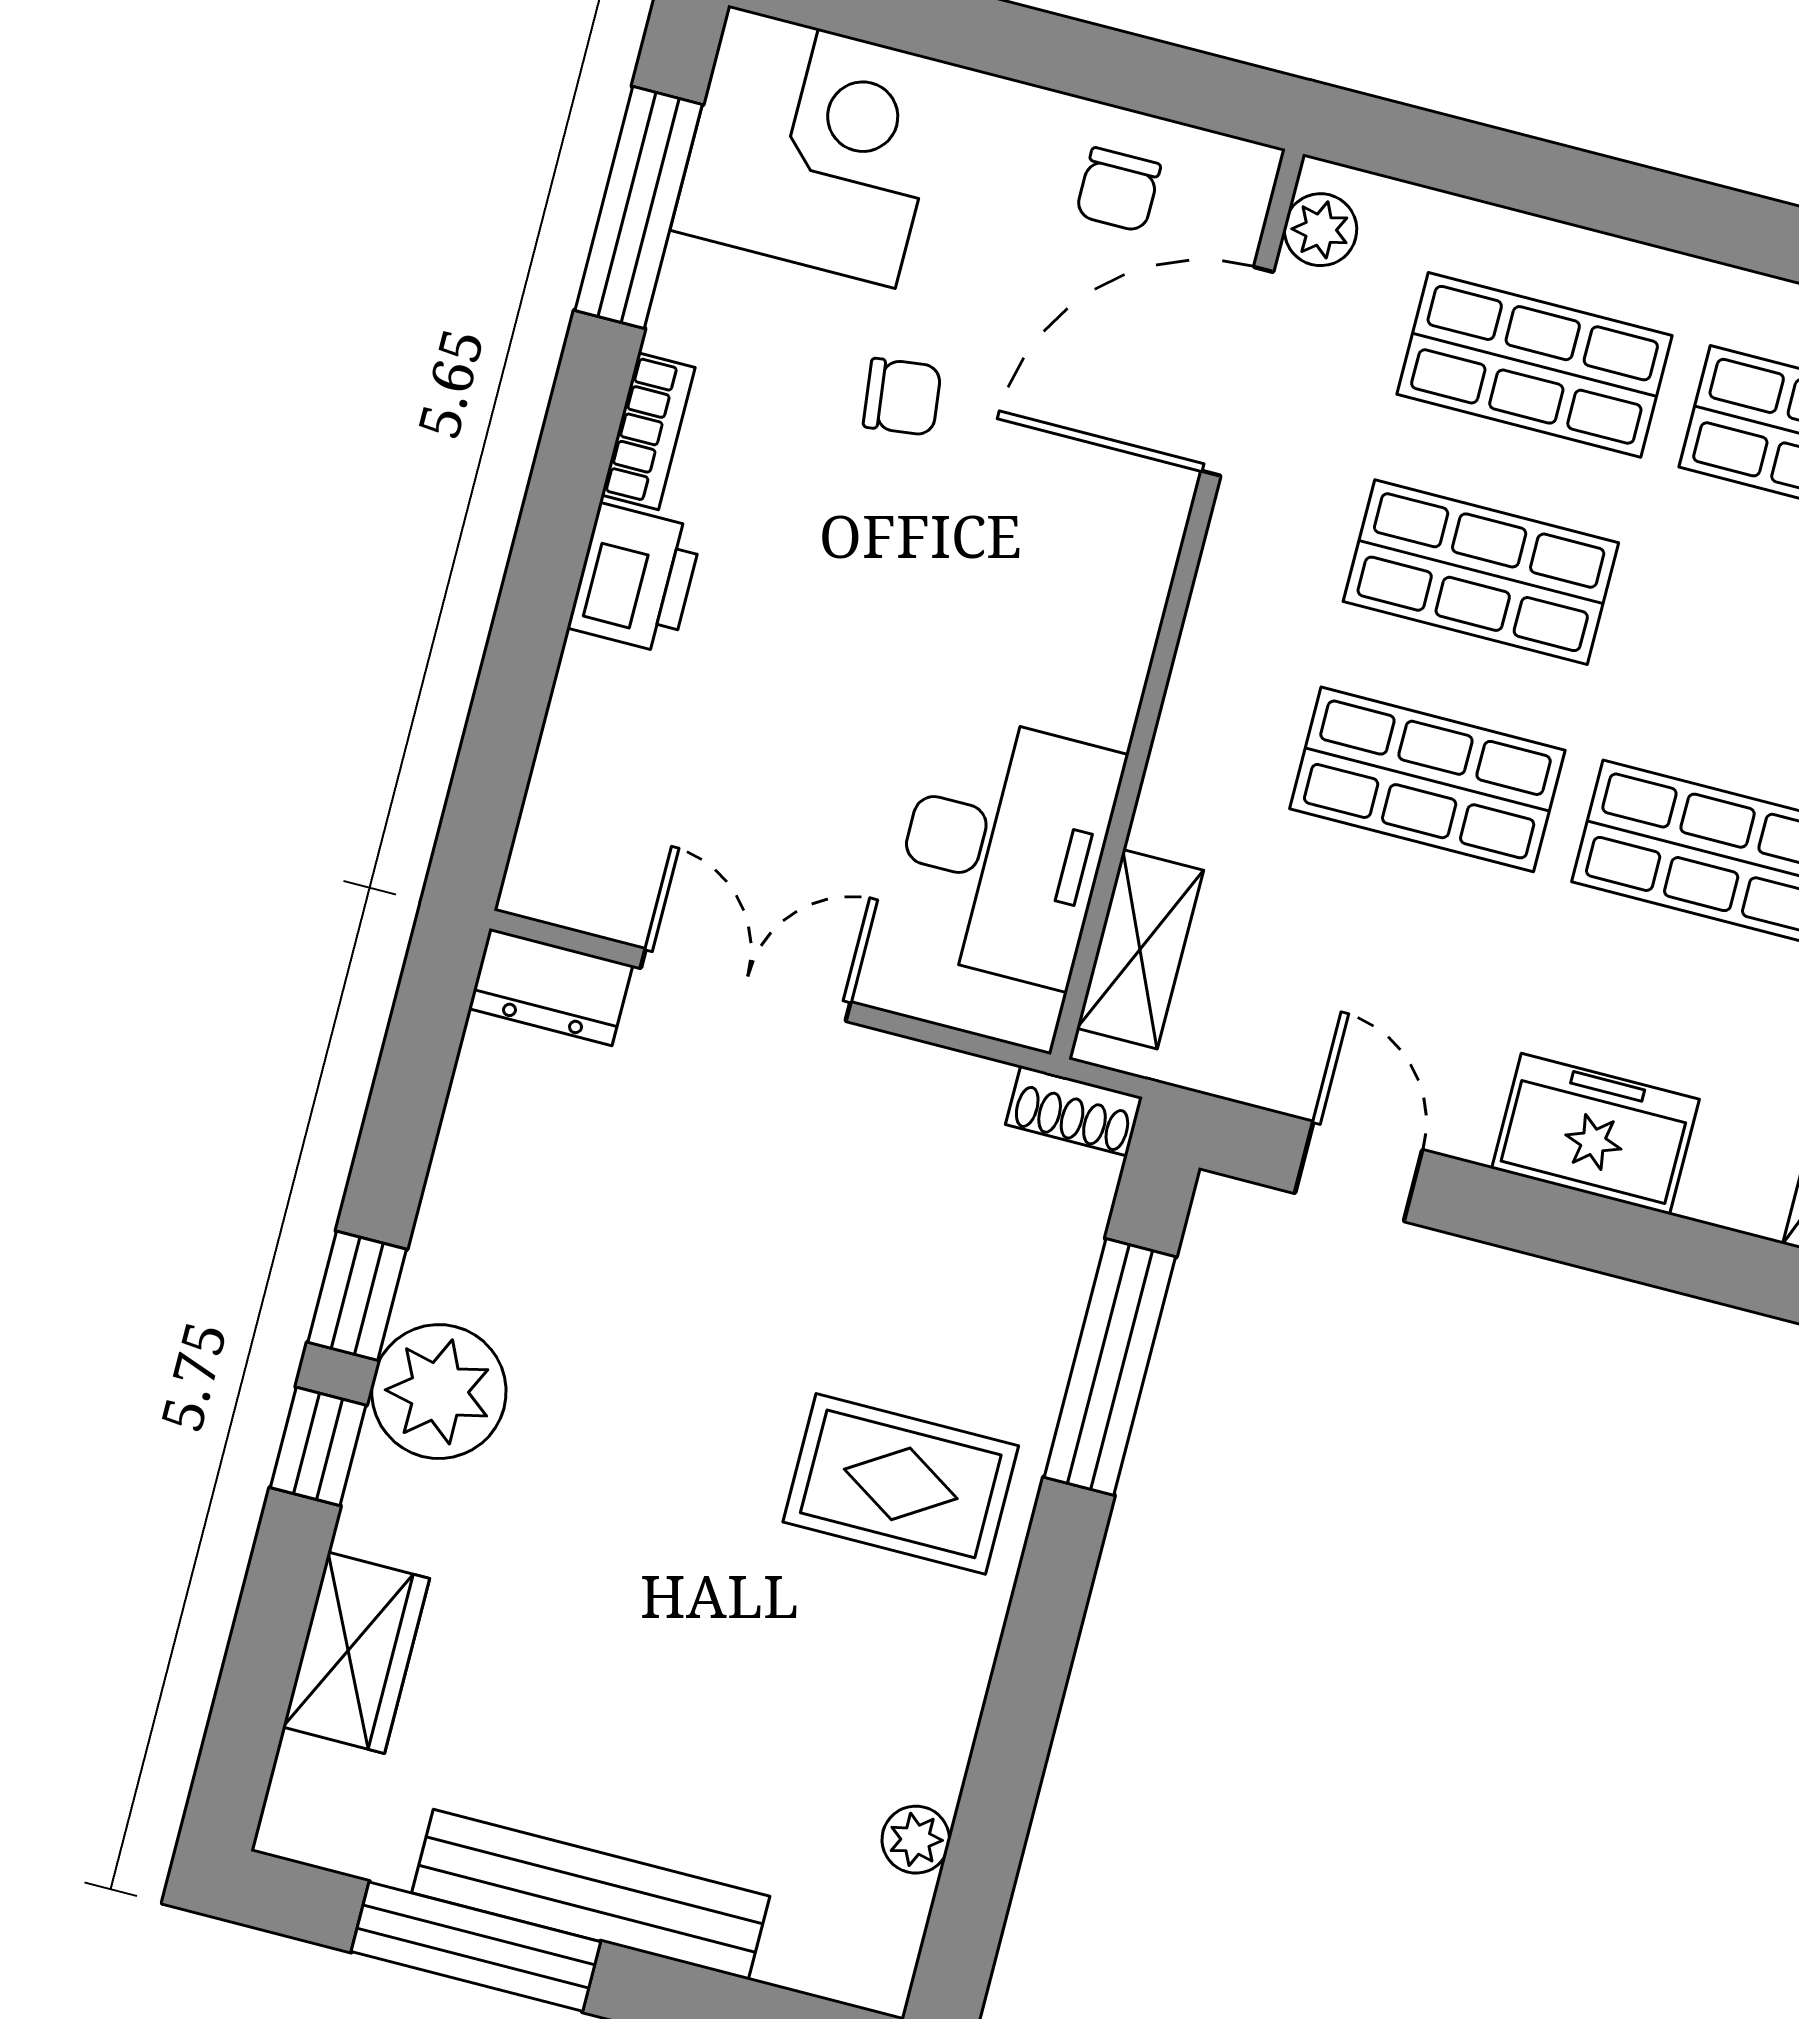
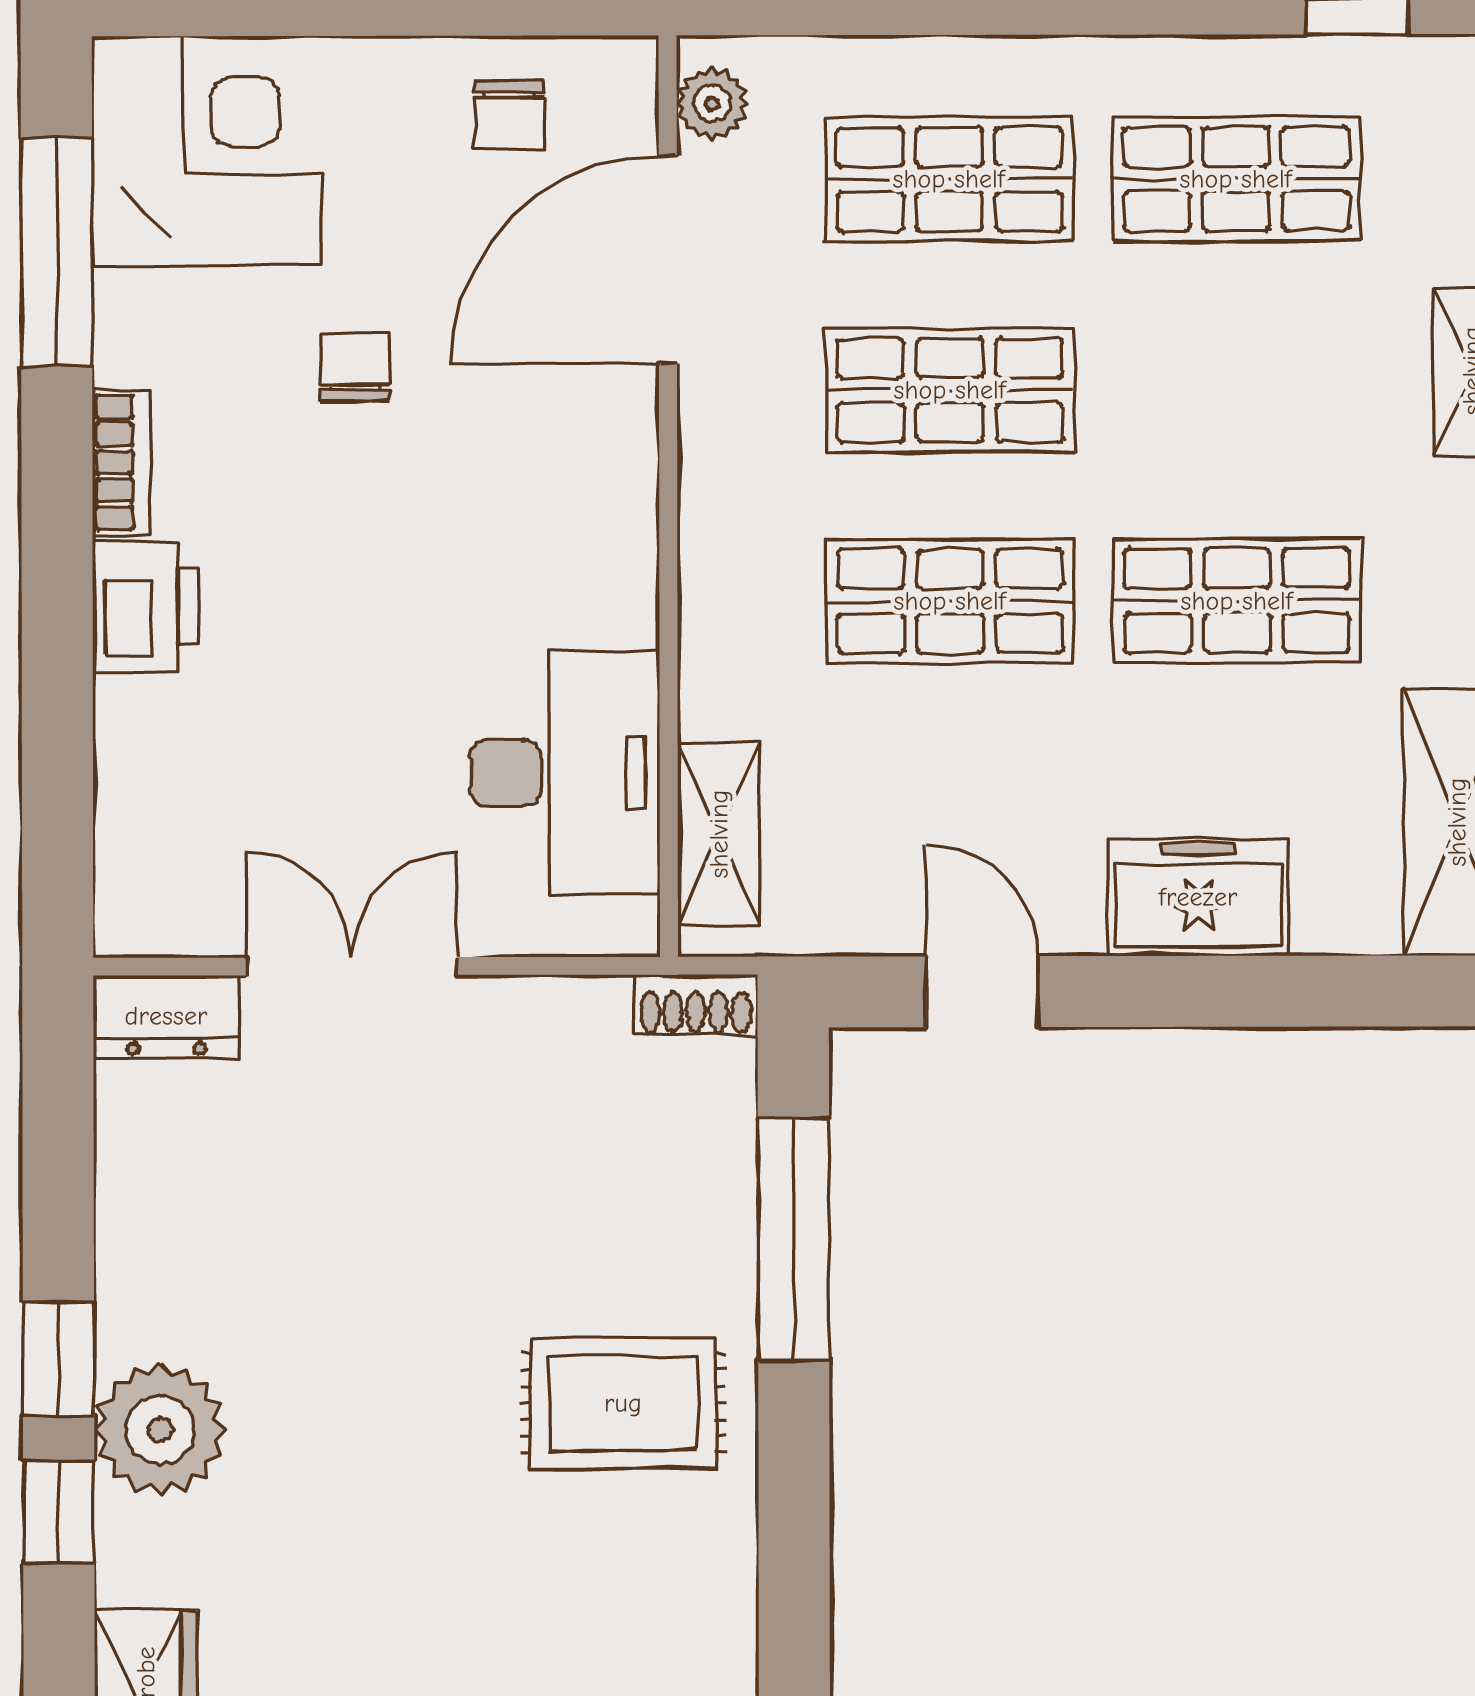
chair: (902, 397) -> (355, 367), turned -83

